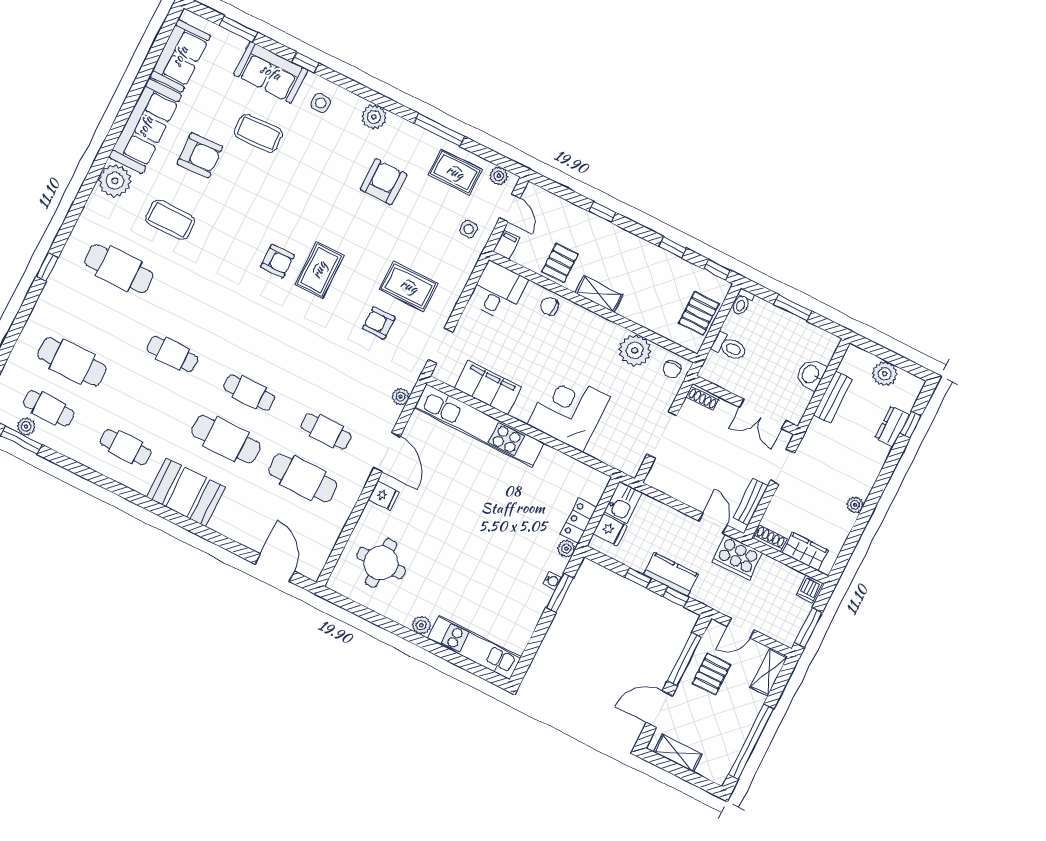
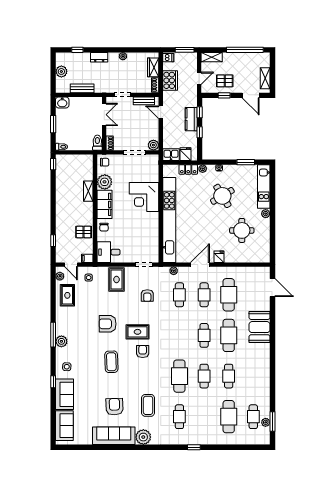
window: (238, 29) -> (53, 417), removed
sofa: (180, 56) -> (64, 426), moved, turned 90
window: (439, 130) -> (53, 335), moved
coffee table: (258, 133) -> (111, 362), moved
armchair: (383, 182) -> (108, 324), moved
door: (510, 208) -> (71, 265), swing flipped
window: (603, 212) -> (53, 241), moved
window: (673, 247) -> (53, 188), removed
cafe table: (119, 269) -> (179, 417), width x0.73, depth x0.74
rug: (409, 286) -> (117, 279), moved
shelving: (599, 294) -> (88, 191), moved
cafe table: (196, 307) -> (179, 376), added
pallet: (699, 313) -> (75, 163), removed
toilet: (729, 347) -> (97, 143), moved
washbasin: (811, 374) -> (62, 102), moved
cafe table: (350, 385) -> (179, 295), added
filing cabinet: (488, 388) -> (104, 204), moved, turned 180
kitchen unit: (479, 426) -> (169, 220), width x1.36
dresser: (892, 426) -> (99, 57), moved
cafe table: (126, 447) -> (229, 376), moved
plant: (658, 478) -> (153, 145), added
booth: (186, 492) -> (260, 327), moved
door: (713, 523) -> (161, 112), hinge flipped
cooker: (737, 557) -> (170, 80), moved
round table: (496, 560) -> (222, 196), added
round table: (381, 563) -> (242, 230), moved
door: (275, 568) -> (272, 288), swing flipped
window: (560, 593) -> (246, 162), moved
door: (741, 628) -> (199, 78), hinge flipped
window: (685, 659) -> (224, 95), width x0.46

